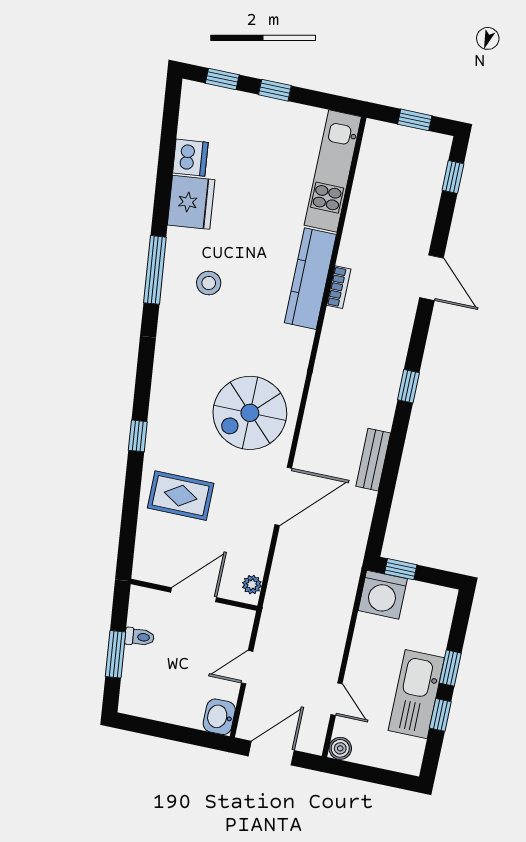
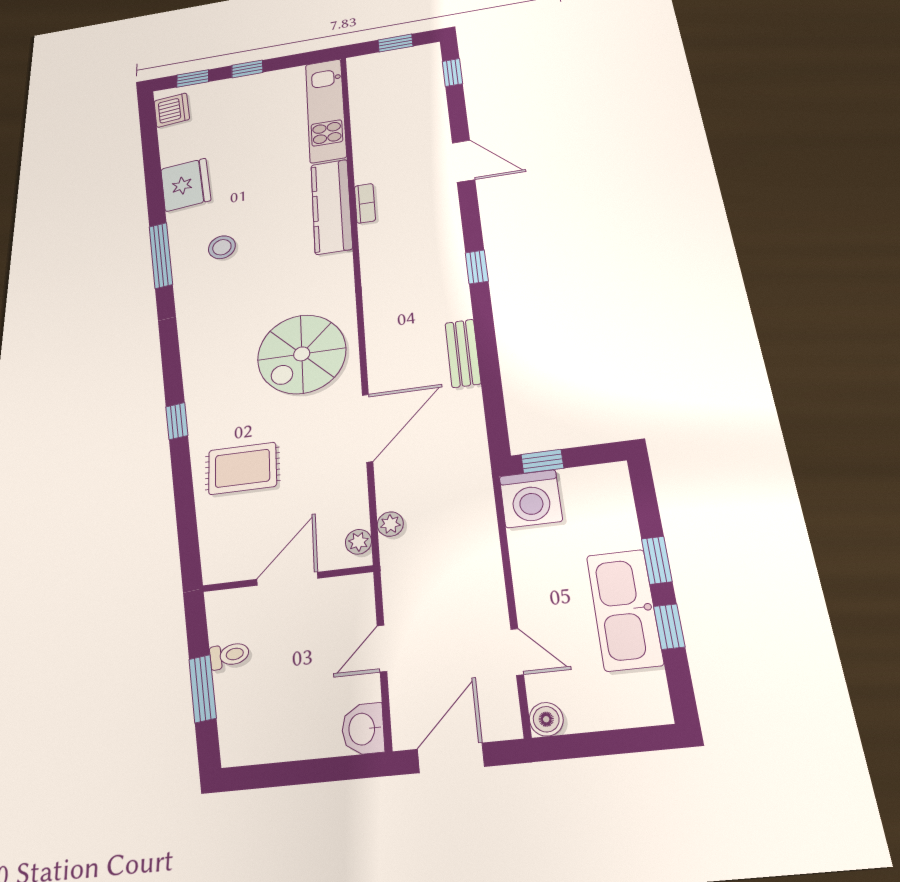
dishwasher: (190, 158) -> (172, 110), moved
plant: (278, 579) -> (390, 524), added

